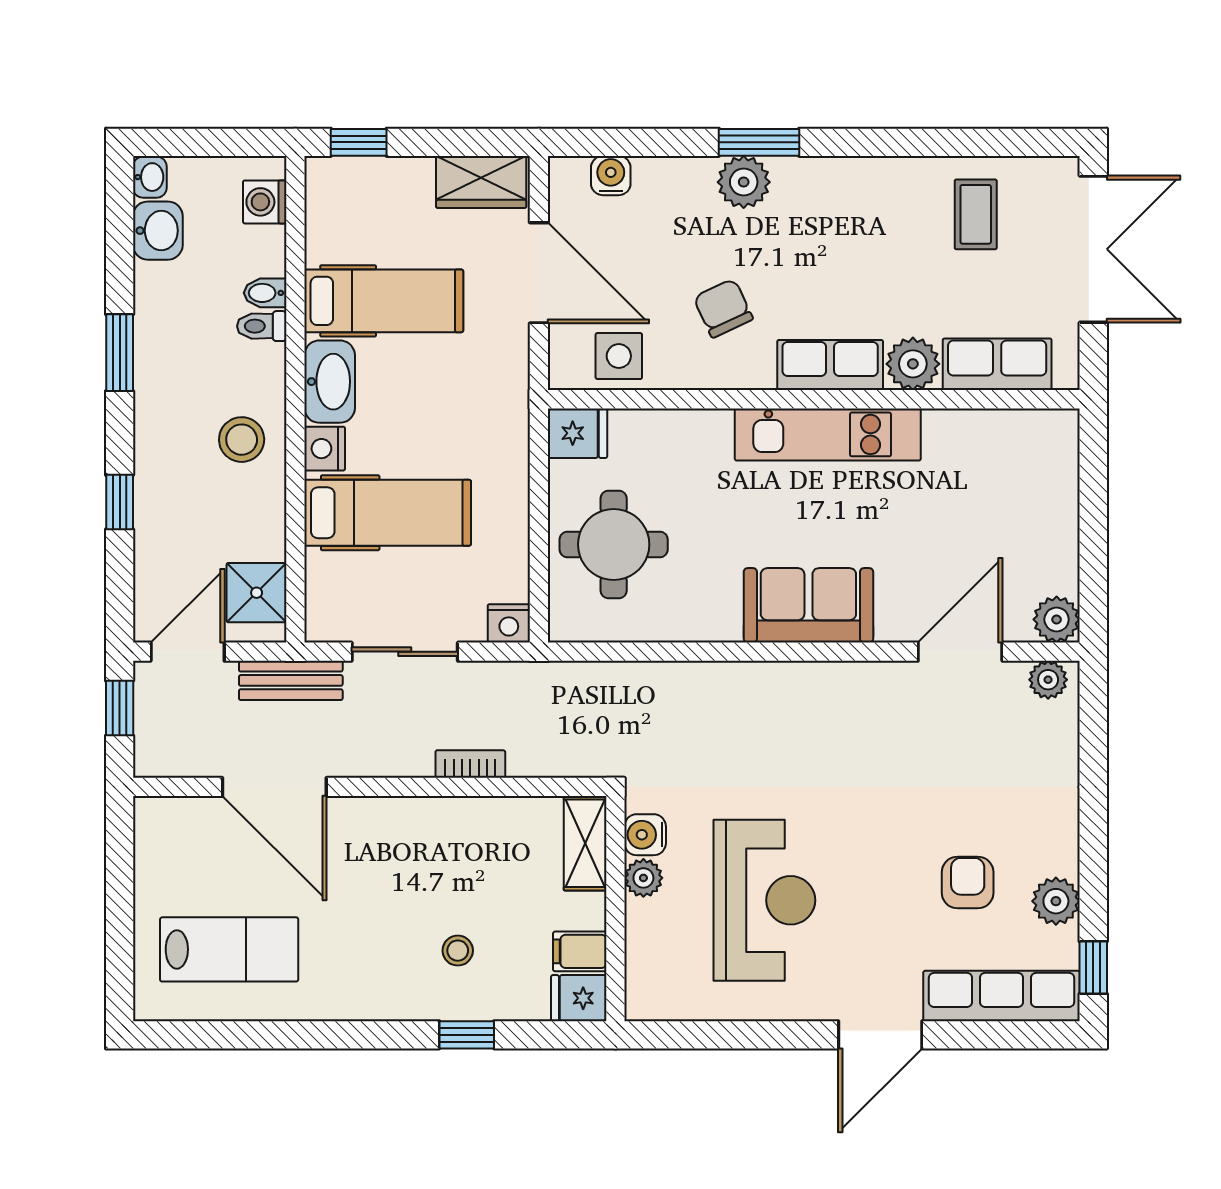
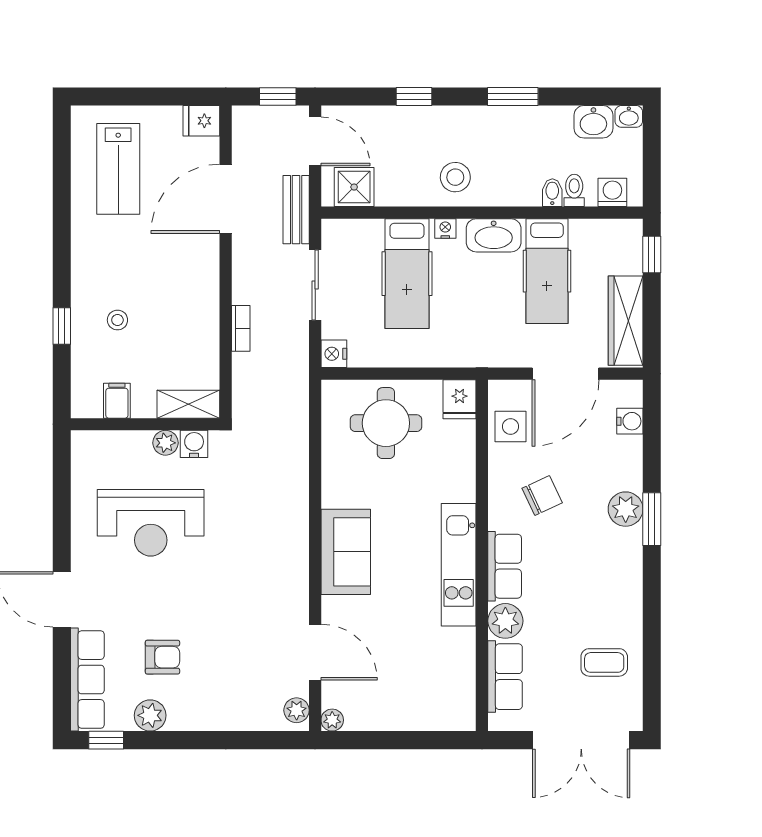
wardrobe: (481, 182) -> (626, 321), width x1.50
toilet: (262, 326) -> (574, 190), moved
nightstand: (325, 449) -> (445, 229), width x0.72, depth x0.74
plant: (1057, 619) -> (332, 720), width x0.73, depth x0.73
fridge: (579, 998) -> (201, 121), moved, turned -90

